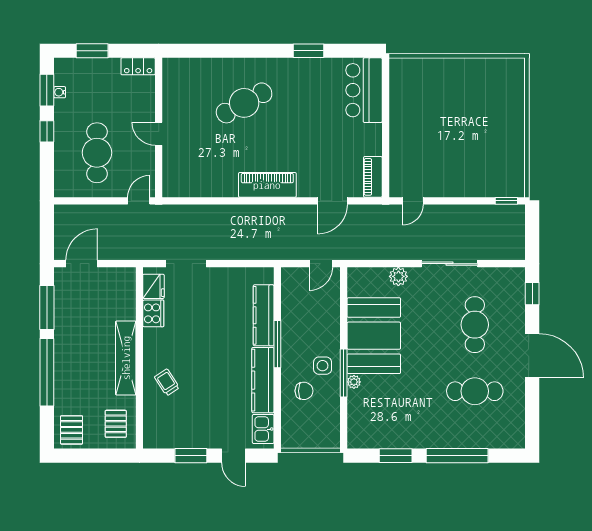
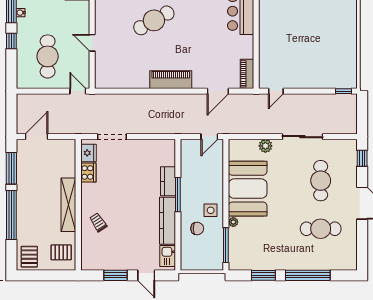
door: (139, 201) -> (78, 91), hinge flipped
kitchen counter: (264, 315) -> (168, 181), width x0.67
window: (344, 373) -> (226, 245), moved
pallet: (116, 424) -> (61, 252), turned 90

